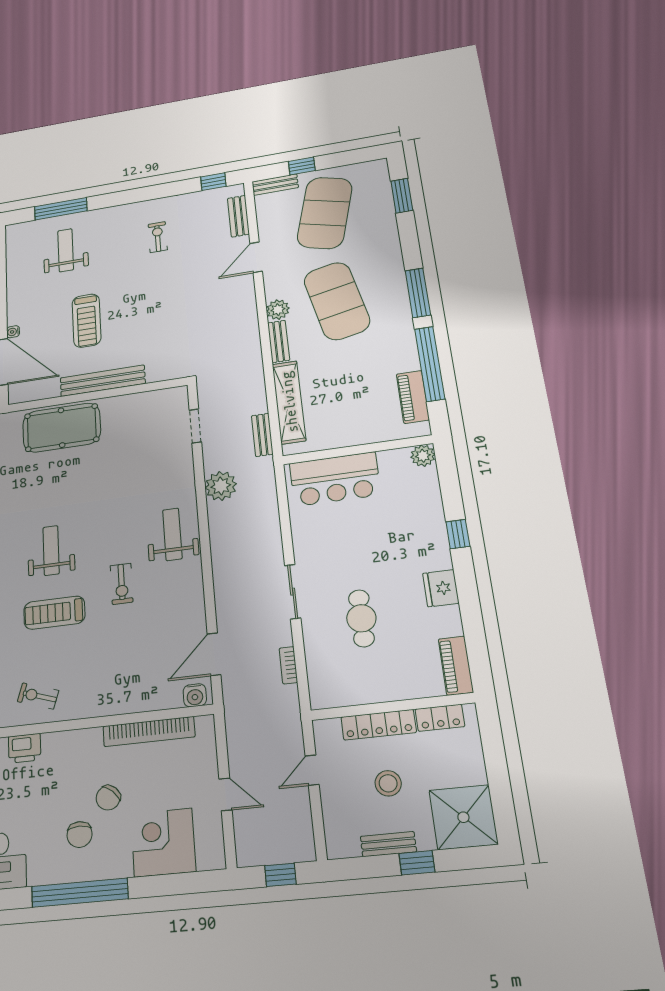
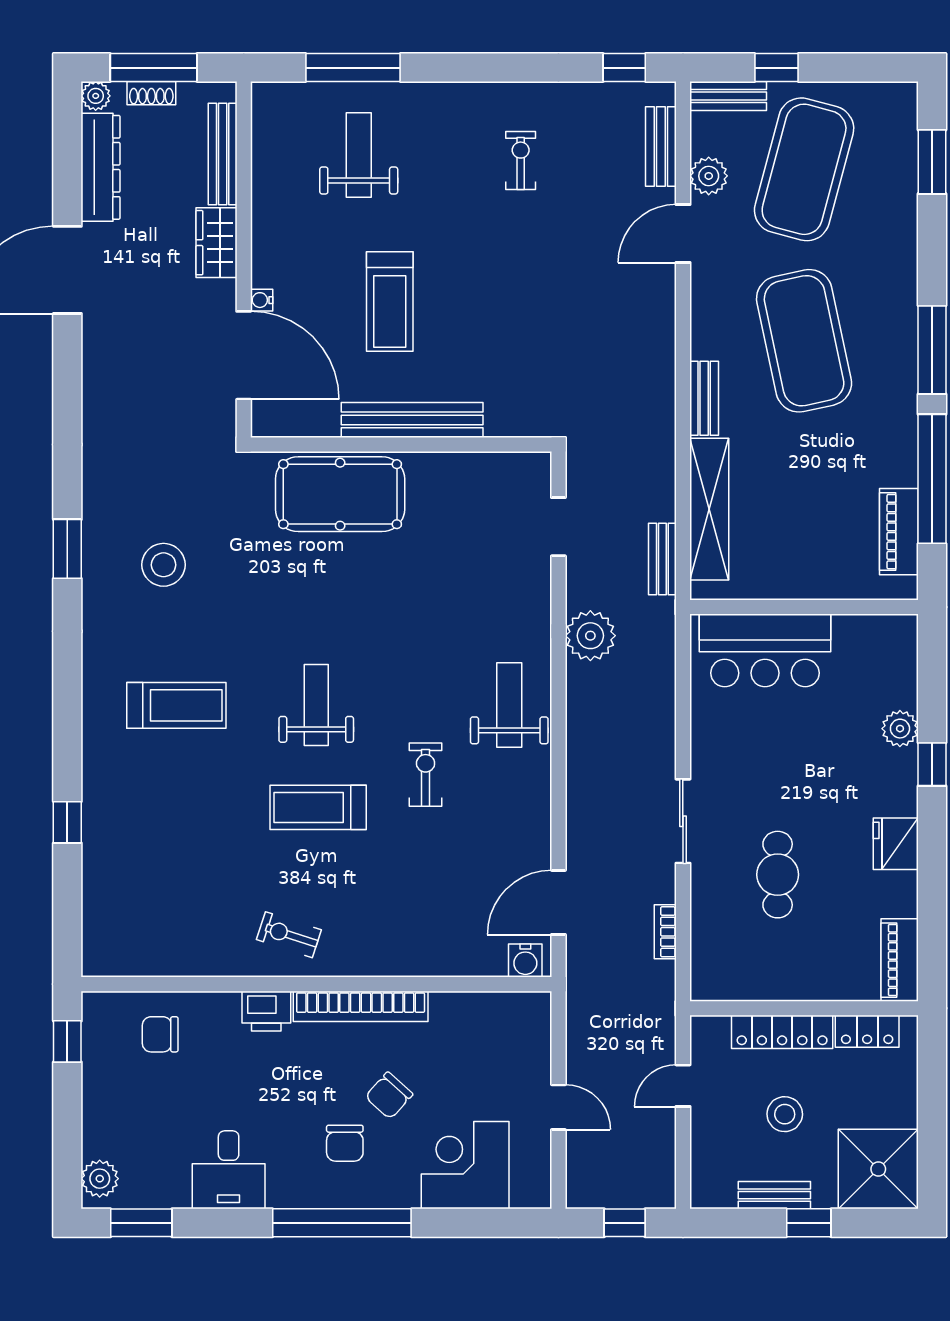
plant: (278, 310) -> (709, 176), moved
plant: (423, 456) -> (900, 729), moved
exercise bike: (122, 584) -> (426, 775), turned 180
bookcase: (149, 732) -> (361, 1006), moved

